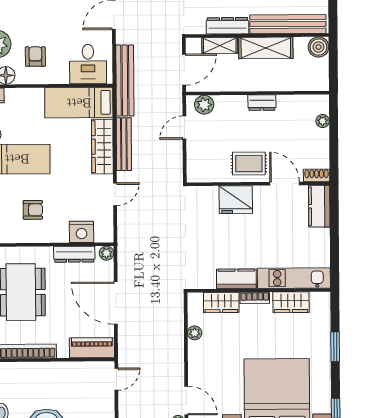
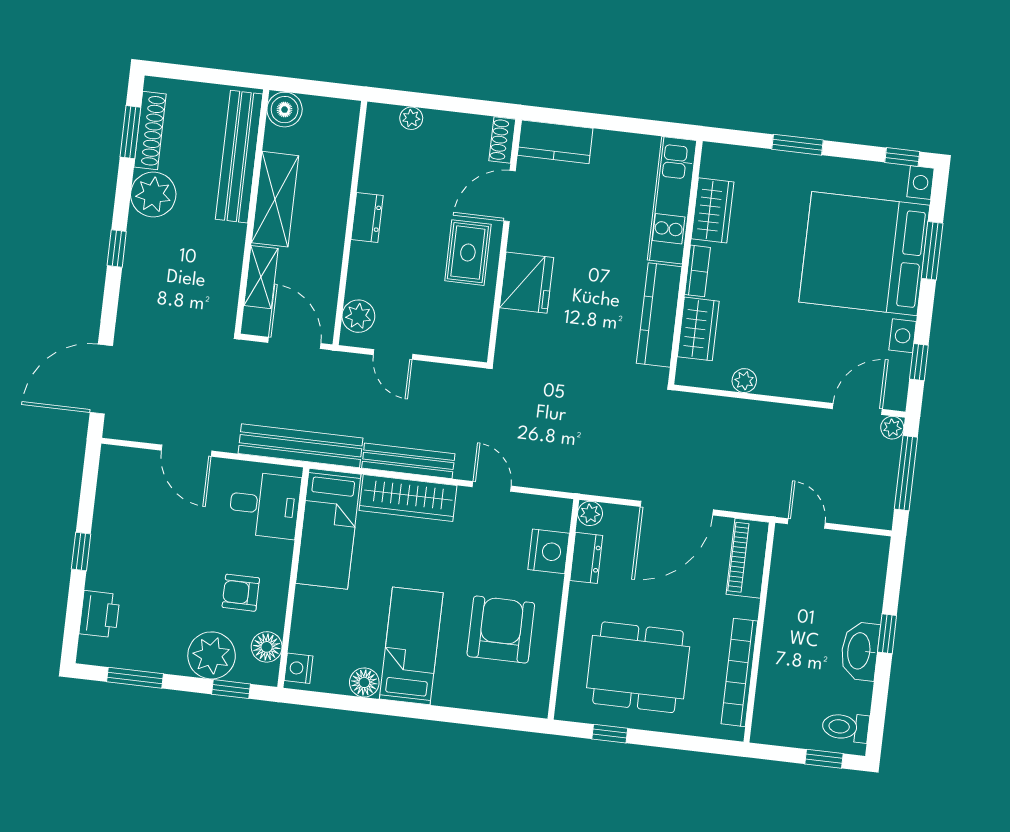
dresser: (227, 26) -> (229, 260), removed
armchair: (33, 210) -> (501, 630), width x1.88, depth x1.88
dresser: (74, 254) -> (586, 558), width x0.70
kitchen counter: (236, 279) -> (659, 315), width x1.50

